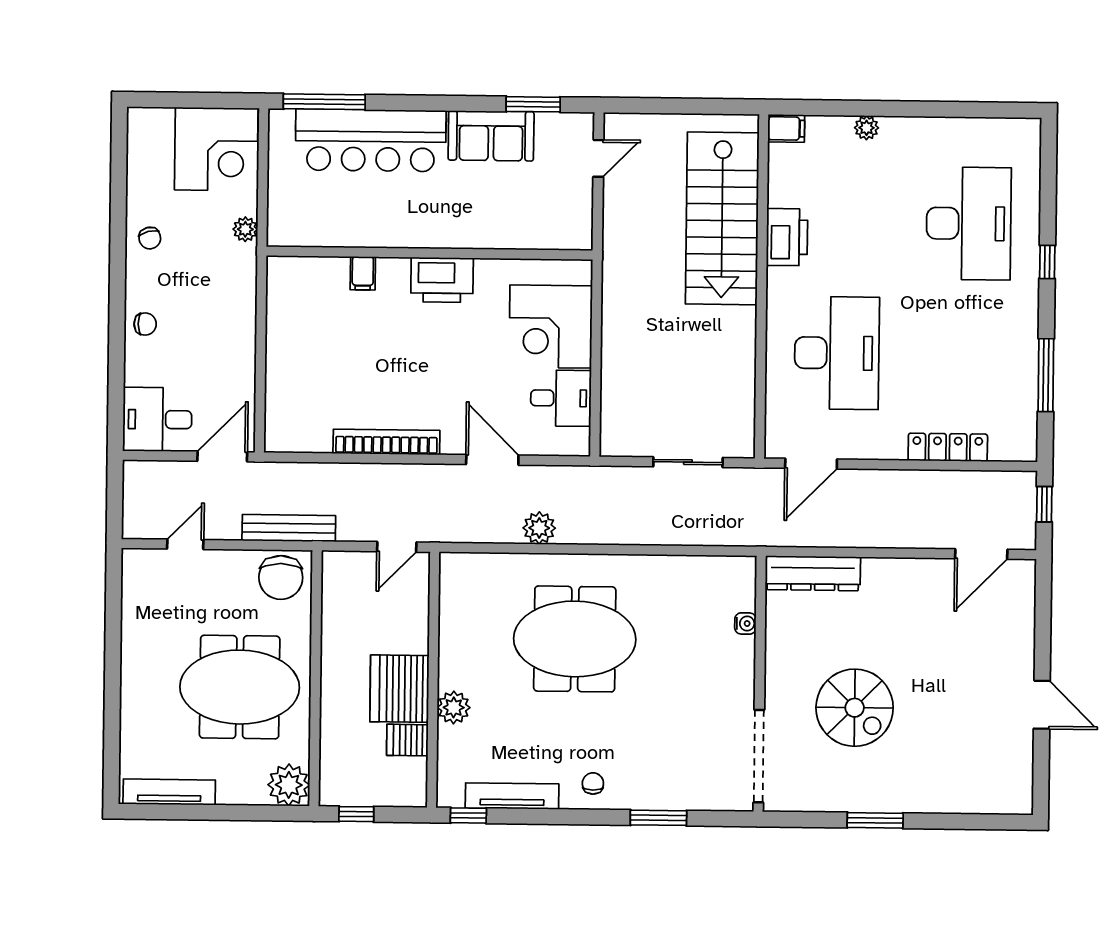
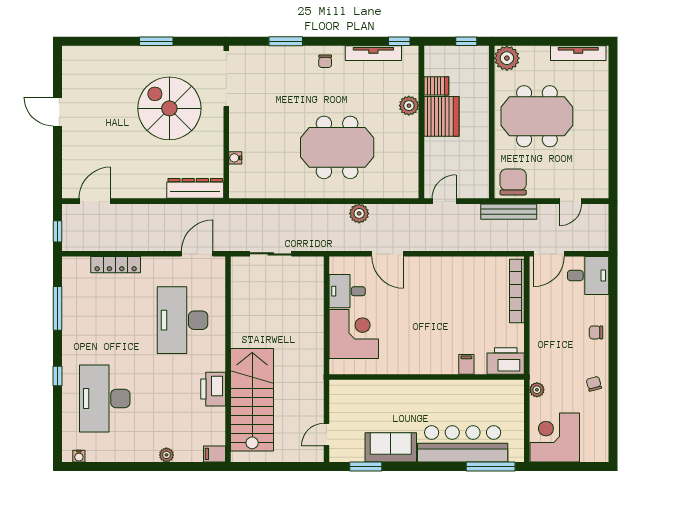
water cooler: (1013, 128) -> (79, 456), added
printer: (442, 280) -> (506, 361), moved
bookcase: (386, 442) -> (517, 291), moved, turned 90
spiral stairs: (855, 708) -> (169, 108), width x1.37, depth x1.37

